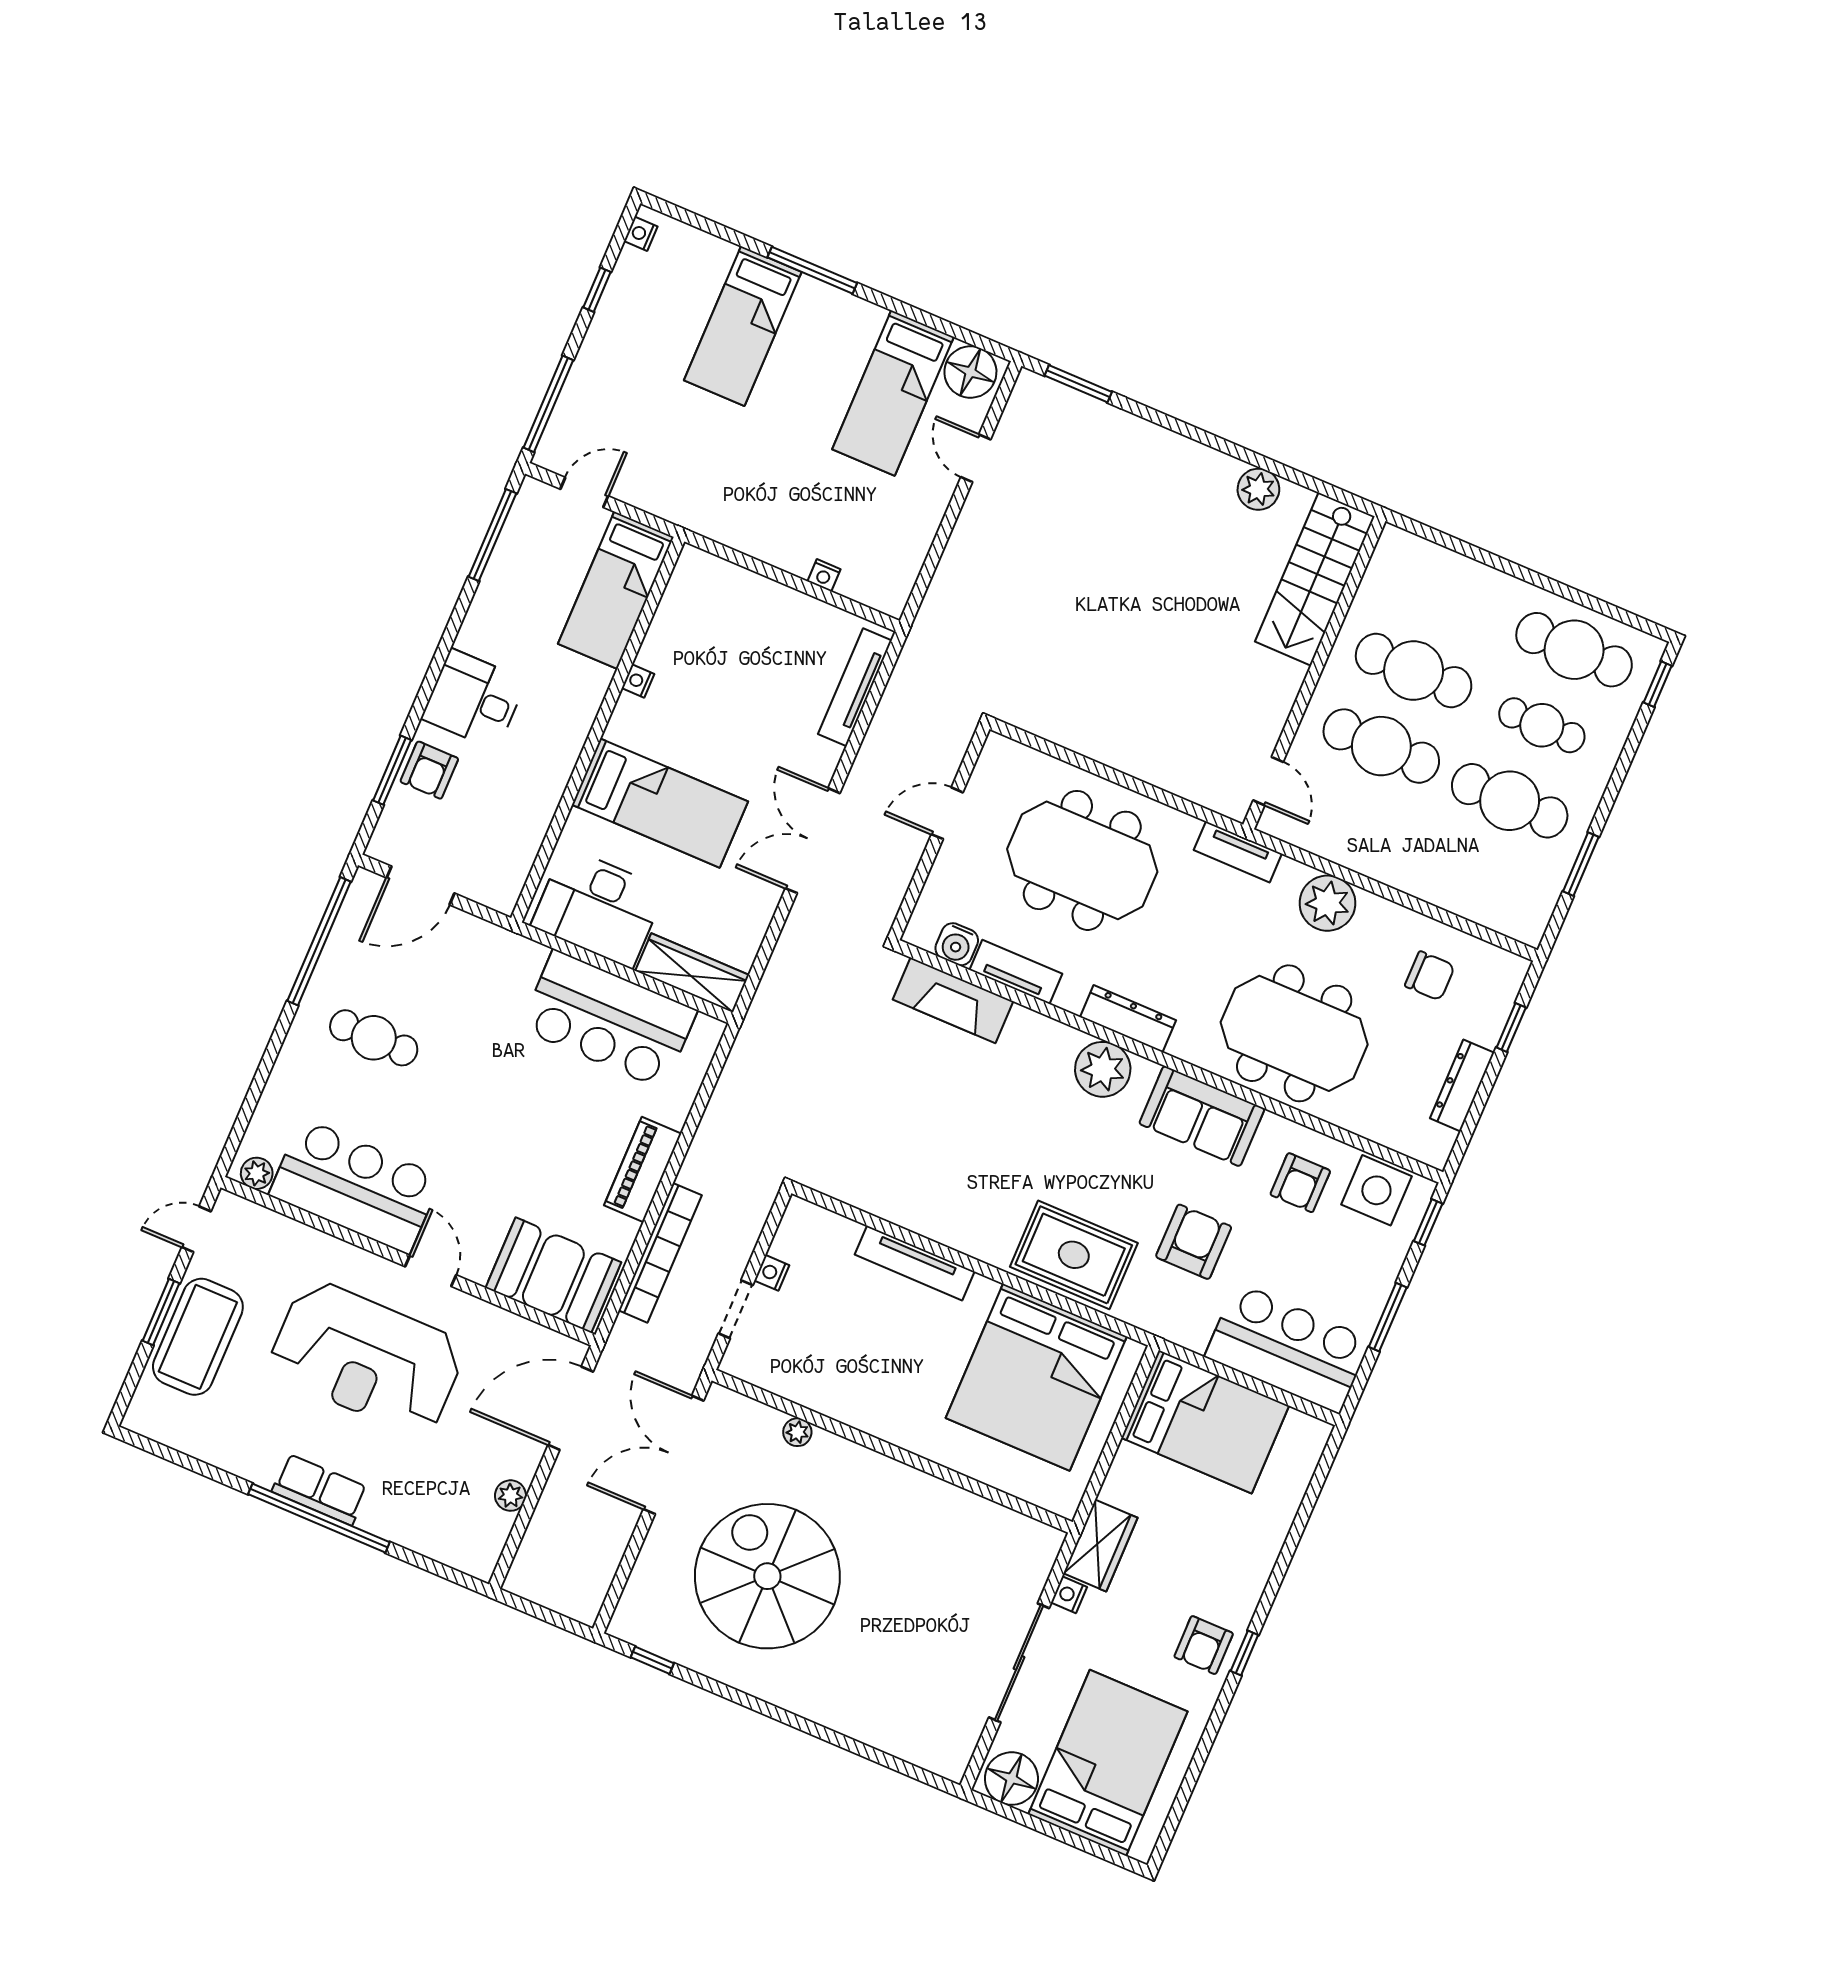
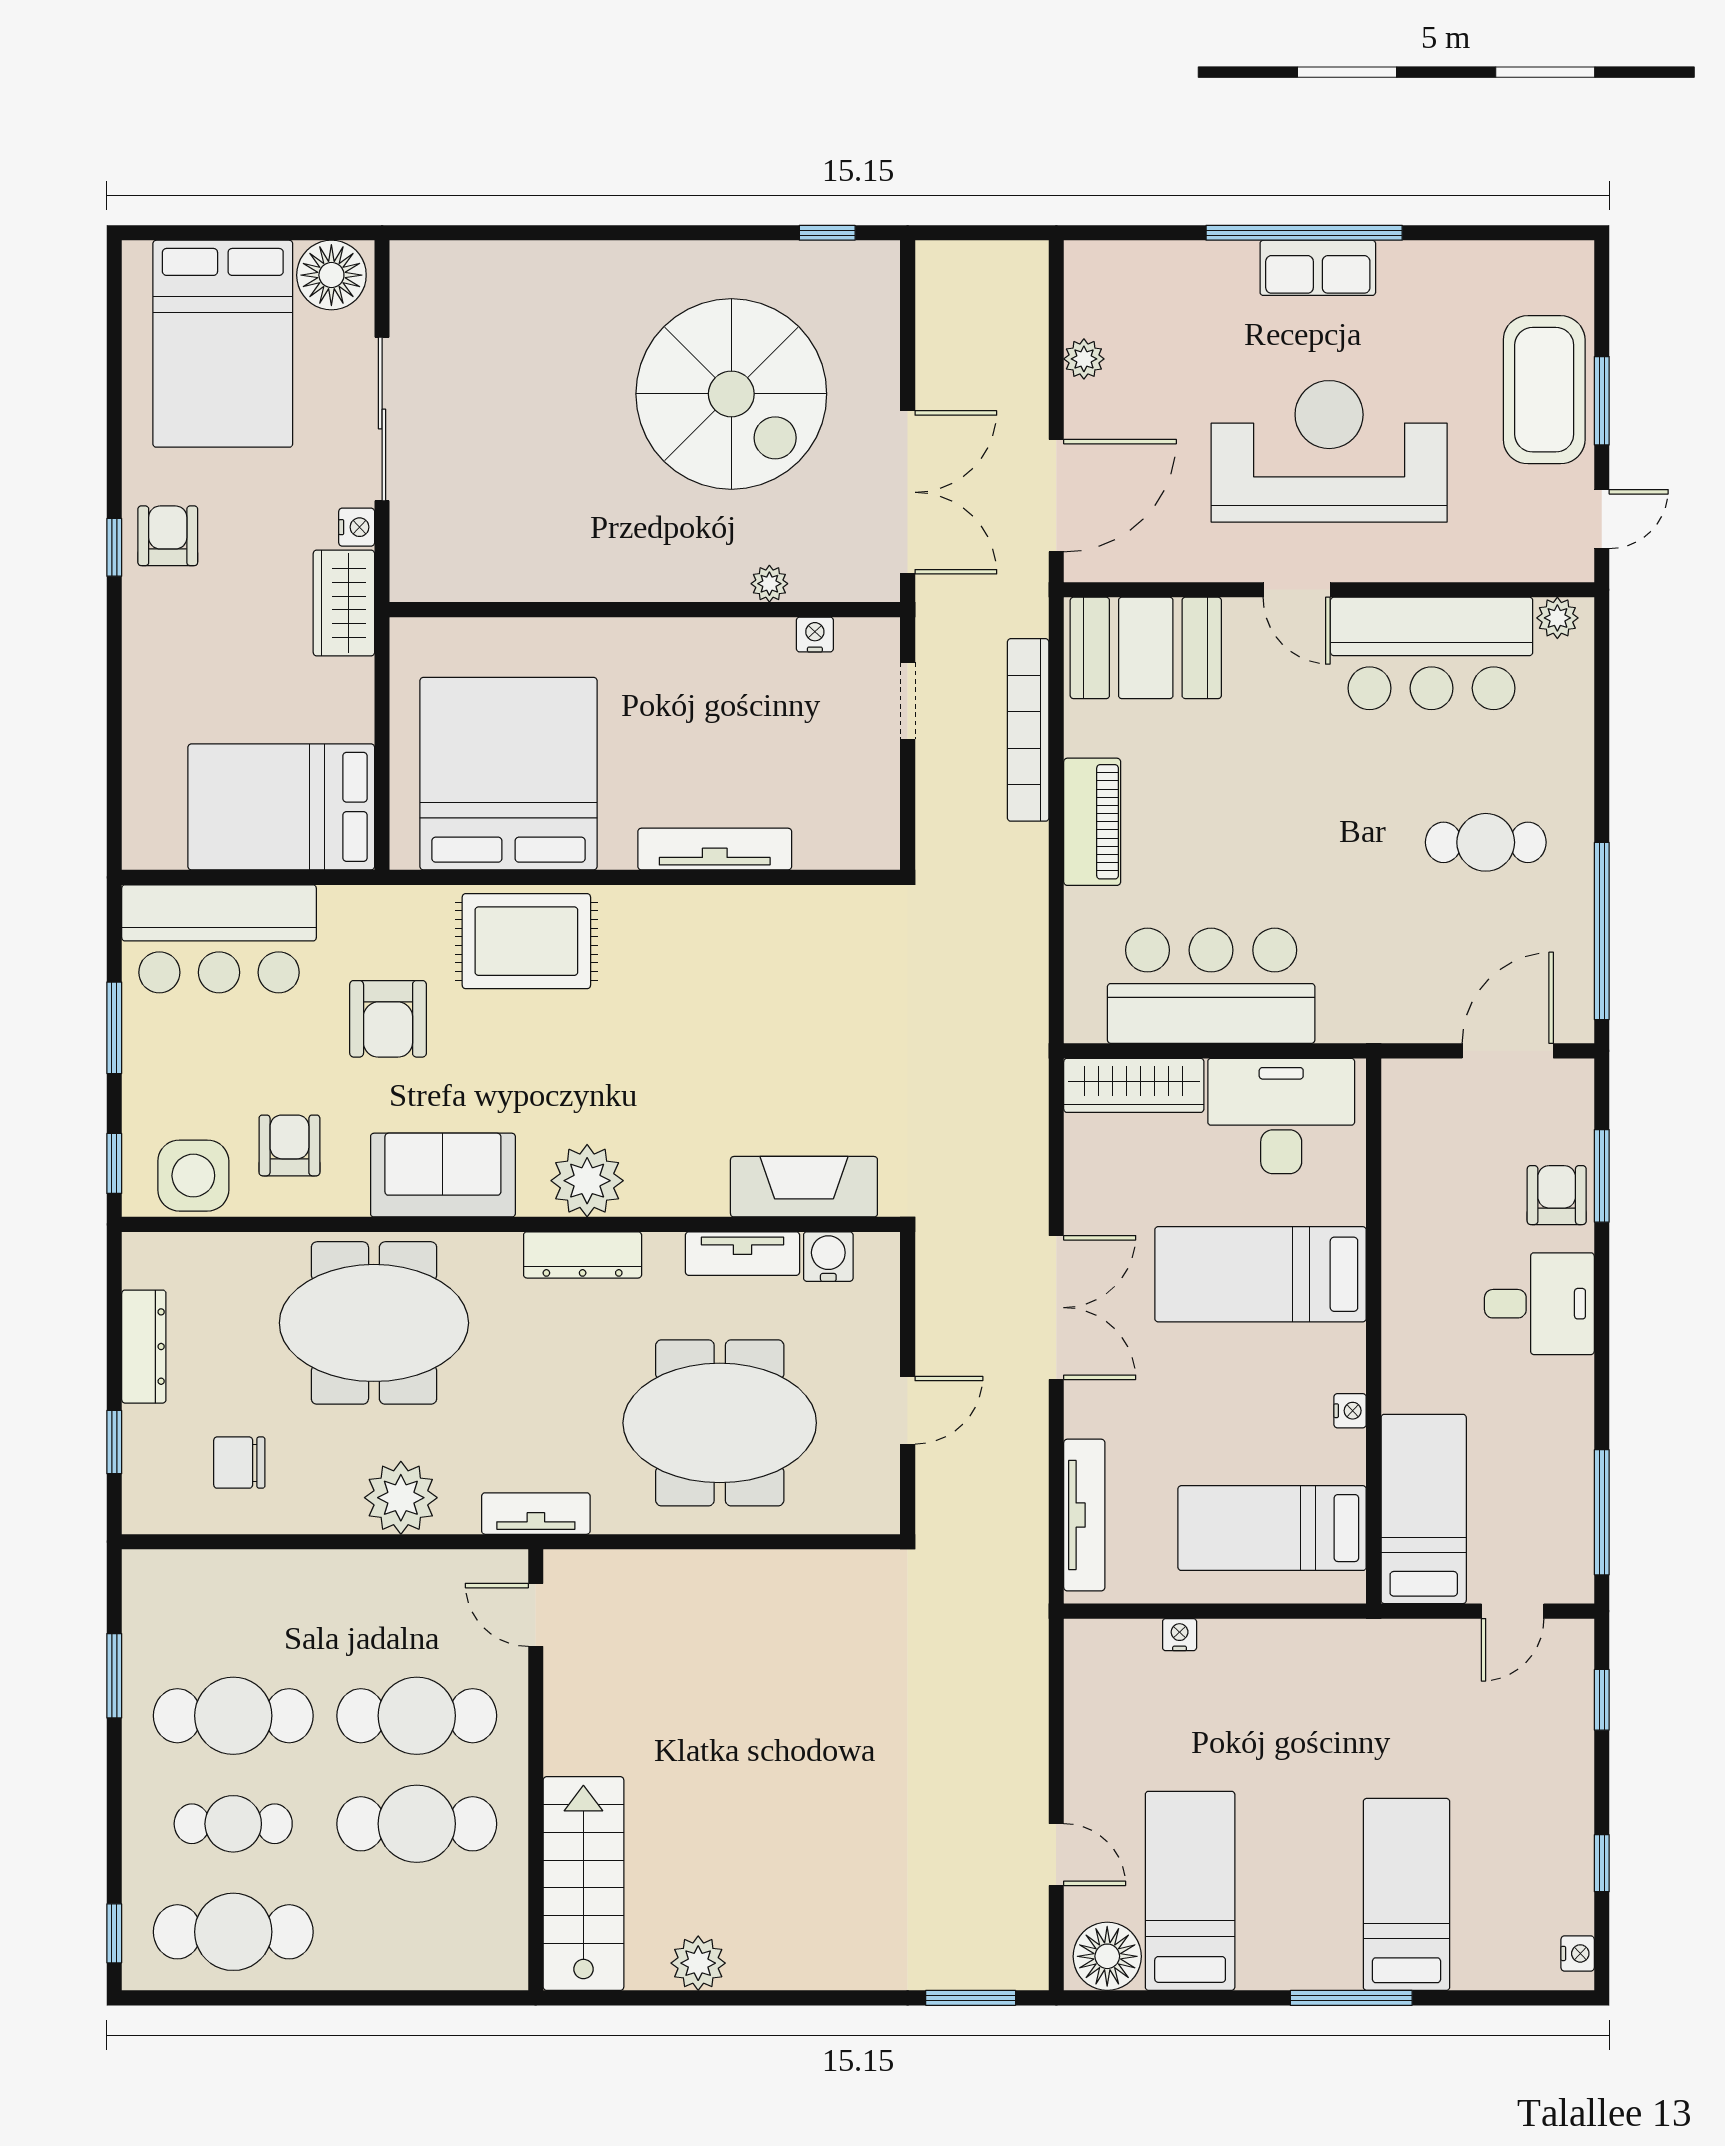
window: (548, 404) -> (1602, 1700), width x0.46
bed: (728, 622) -> (1272, 1528), added
nightstand: (772, 1273) -> (815, 634), moved, turned -90

